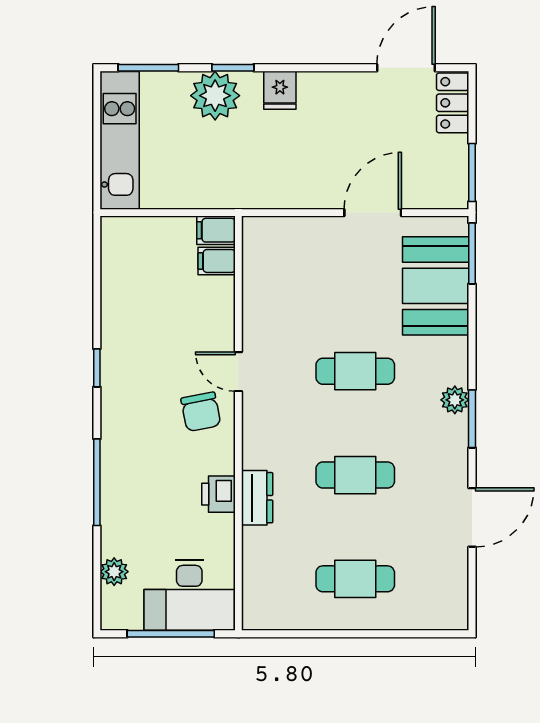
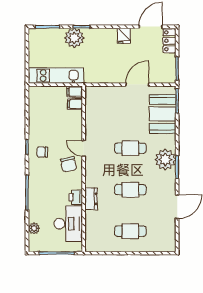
fridge: (280, 90) -> (124, 36), moved
kitchen unit: (120, 140) -> (56, 76), moved, turned -90
chair: (135, 381) -> (42, 152), added
plant: (455, 400) -> (165, 160), width x1.87, depth x1.87
desk: (189, 595) -> (68, 224), moved, turned -90

